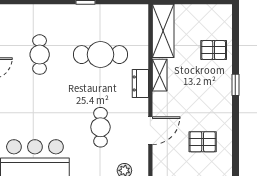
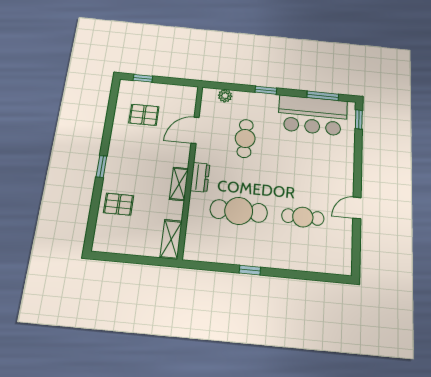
shelving: (163, 31) -> (171, 239), width x0.67, depth x0.75
cafe table: (40, 55) -> (303, 217), turned 90

